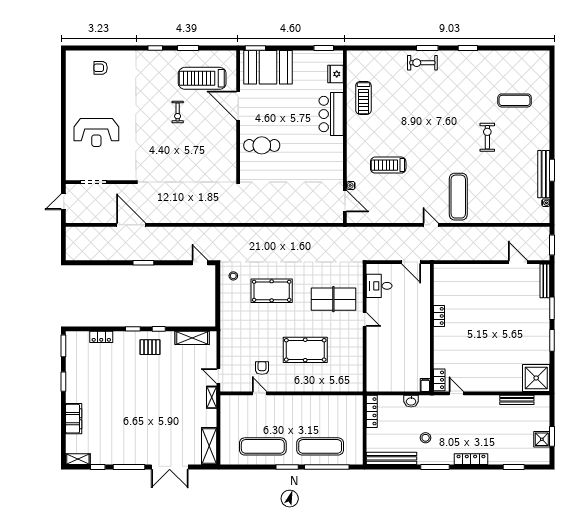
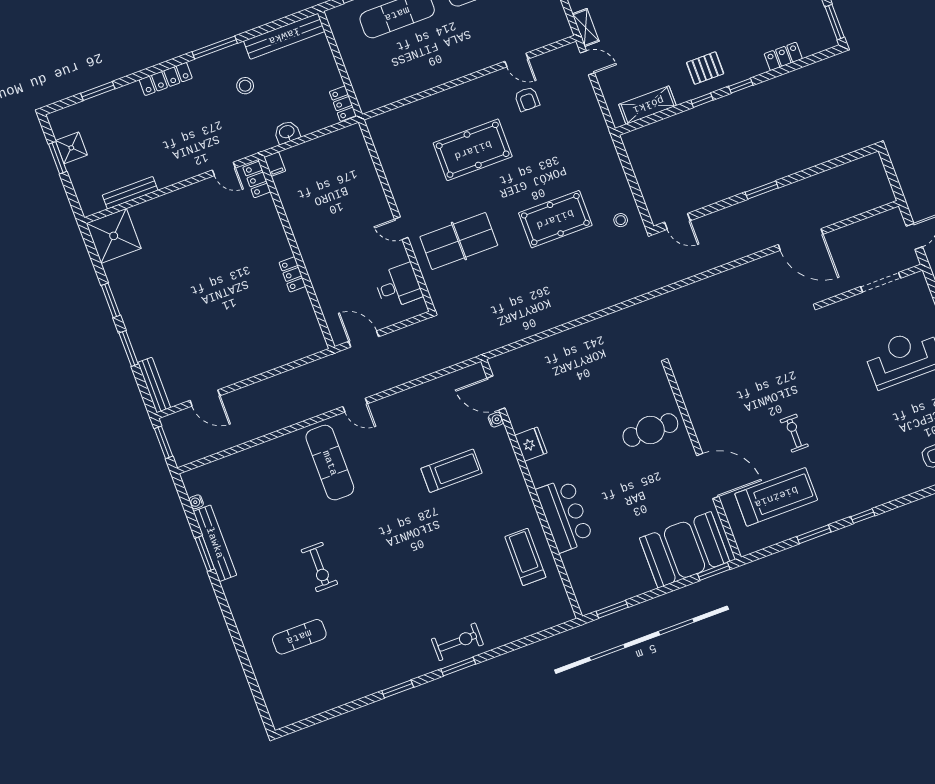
fridge: (335, 74) -> (531, 444), moved
locker: (372, 411) -> (343, 104), width x0.66

